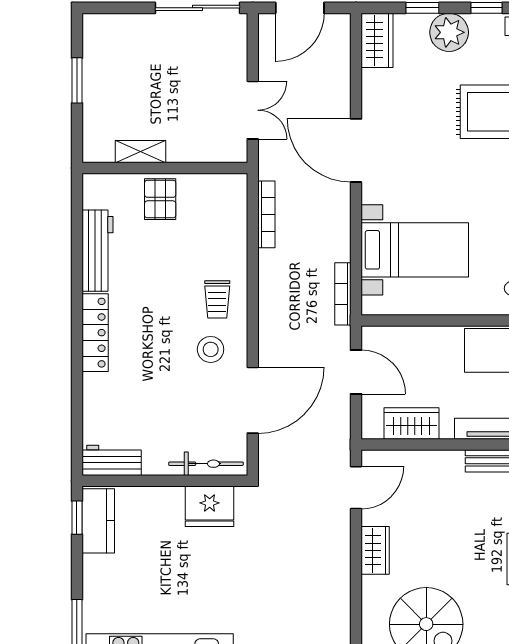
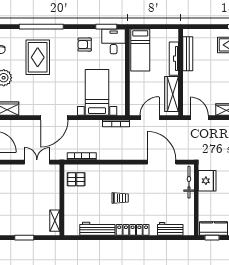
shelving: (140, 152) -> (55, 221), moved
pallet: (160, 199) -> (76, 179), moved
trolley: (217, 299) -> (120, 198), moved
stool: (211, 349) -> (140, 180), removed
wardrobe: (411, 423) -> (172, 94), width x1.50
workbench: (112, 460) -> (170, 229), moved, turned 90

